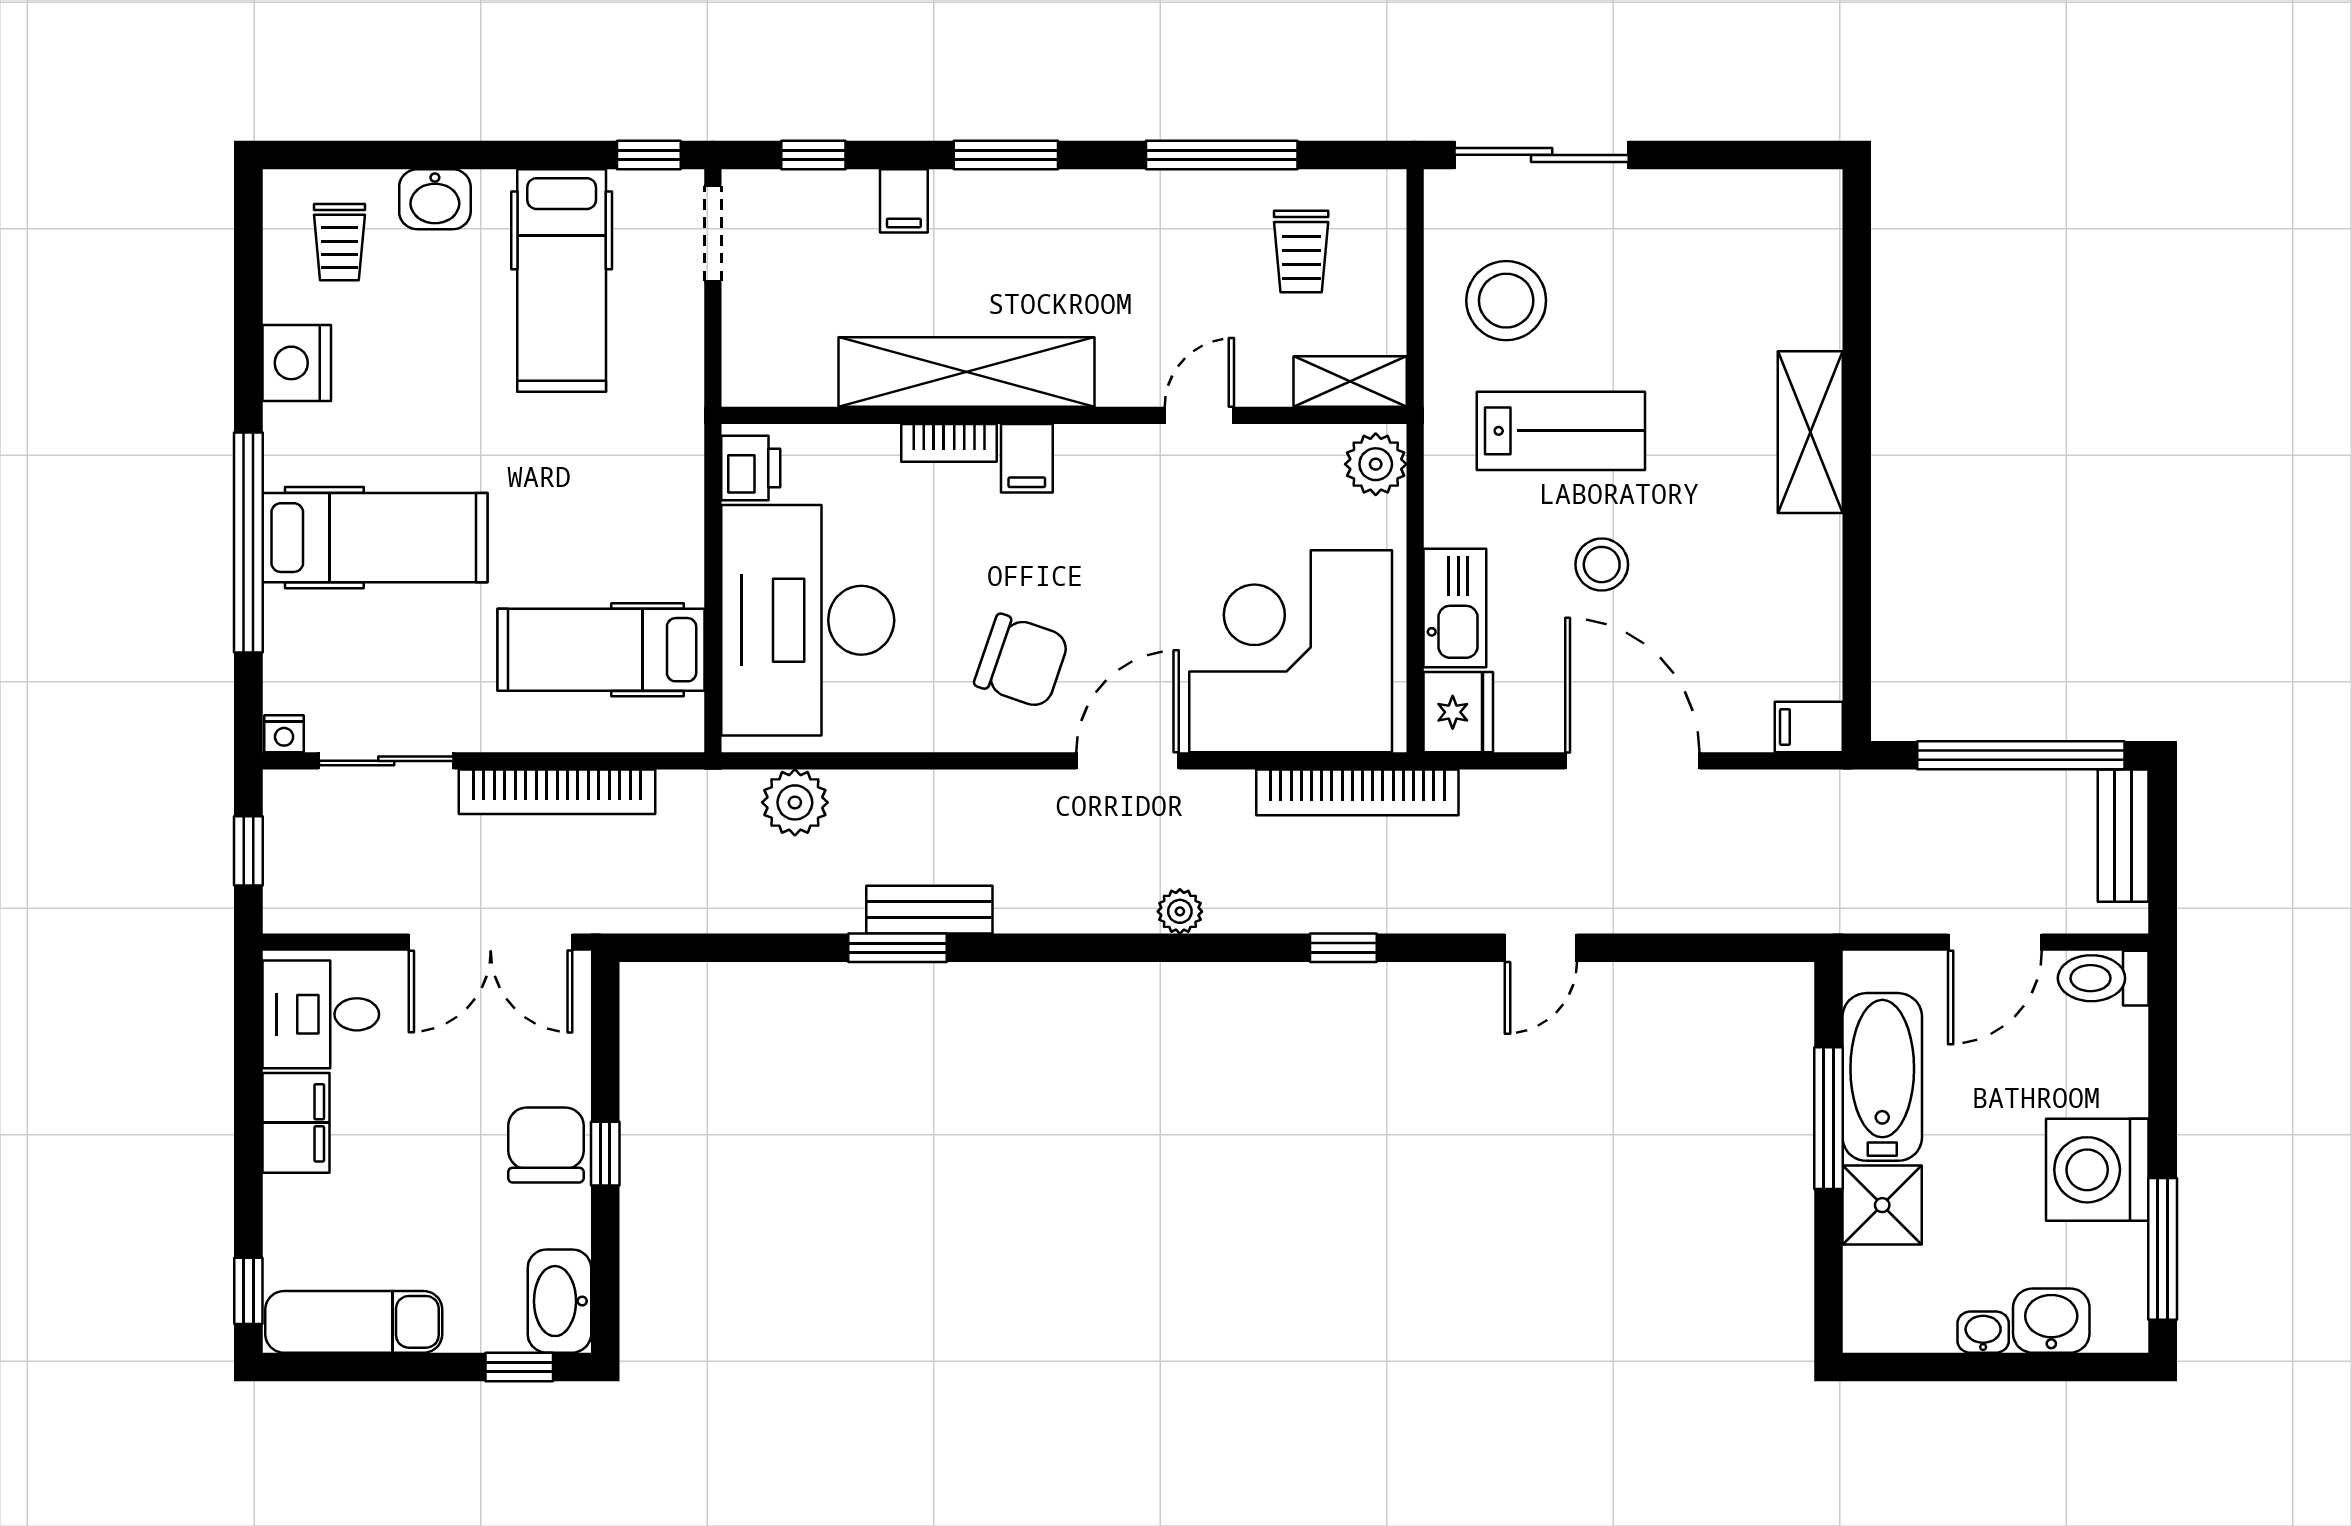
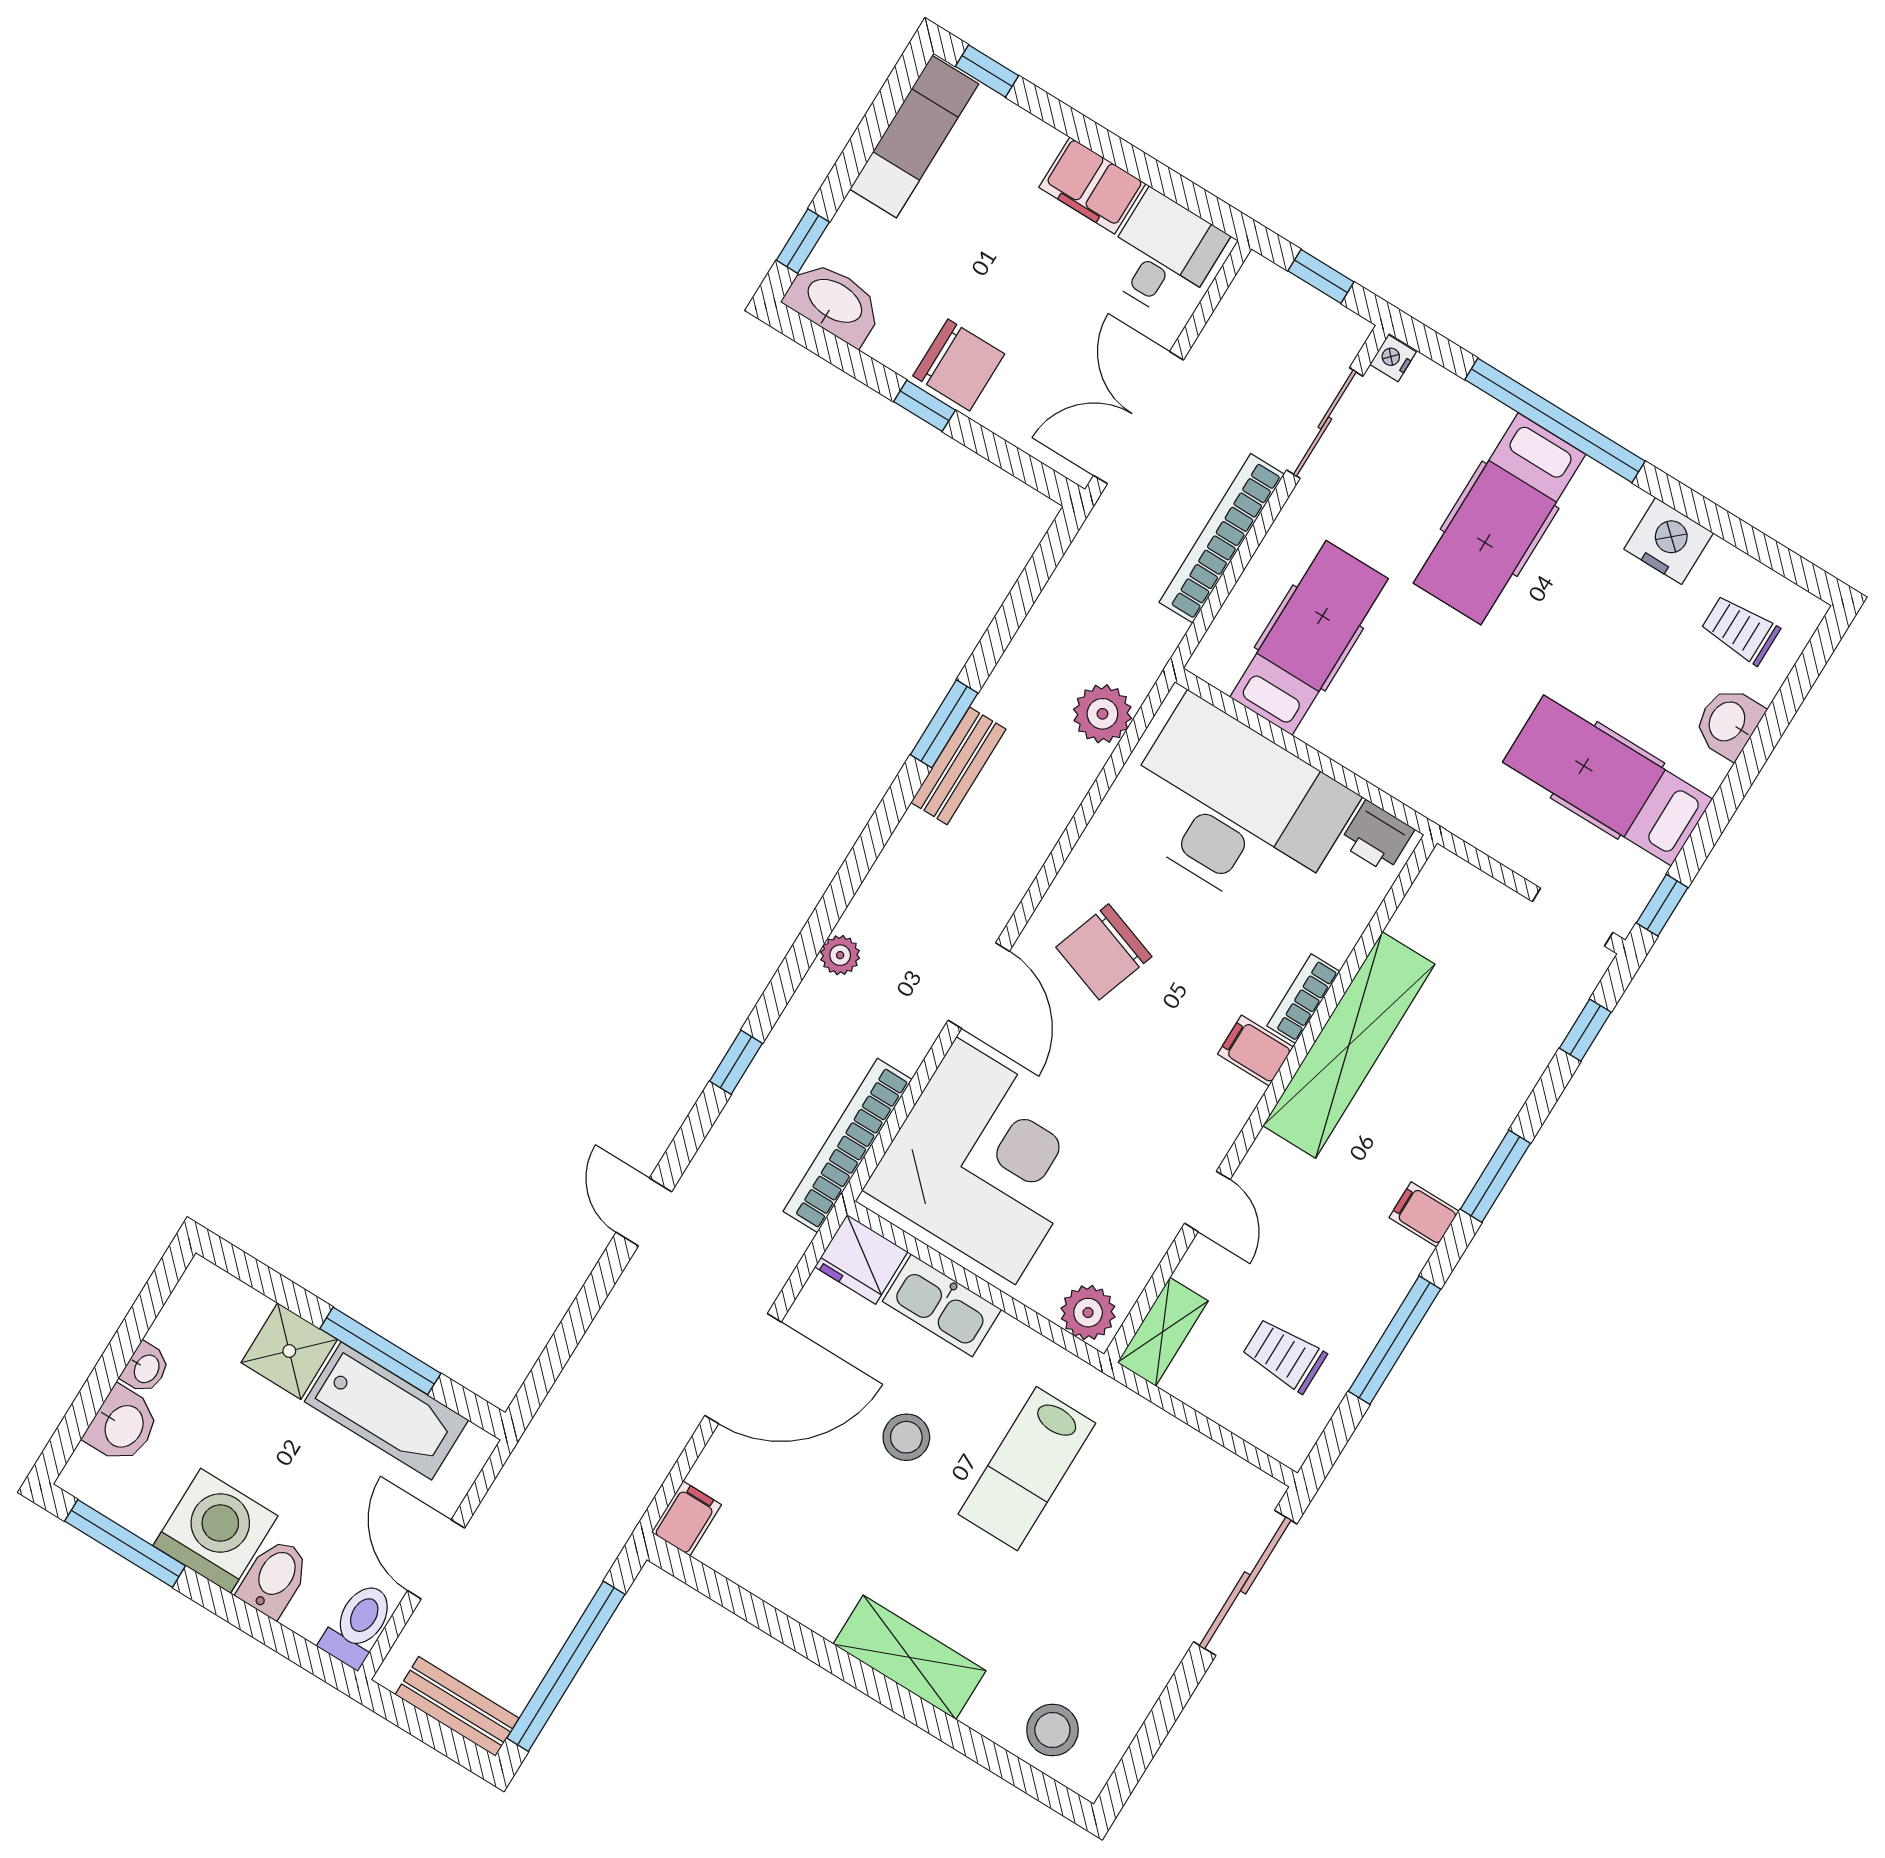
filing cabinet: (904, 201) -> (1424, 1214), moved
stool: (1506, 301) -> (1052, 1730), moved, width x0.73, depth x0.73
bidet: (2108, 1086) -> (274, 1578), added

